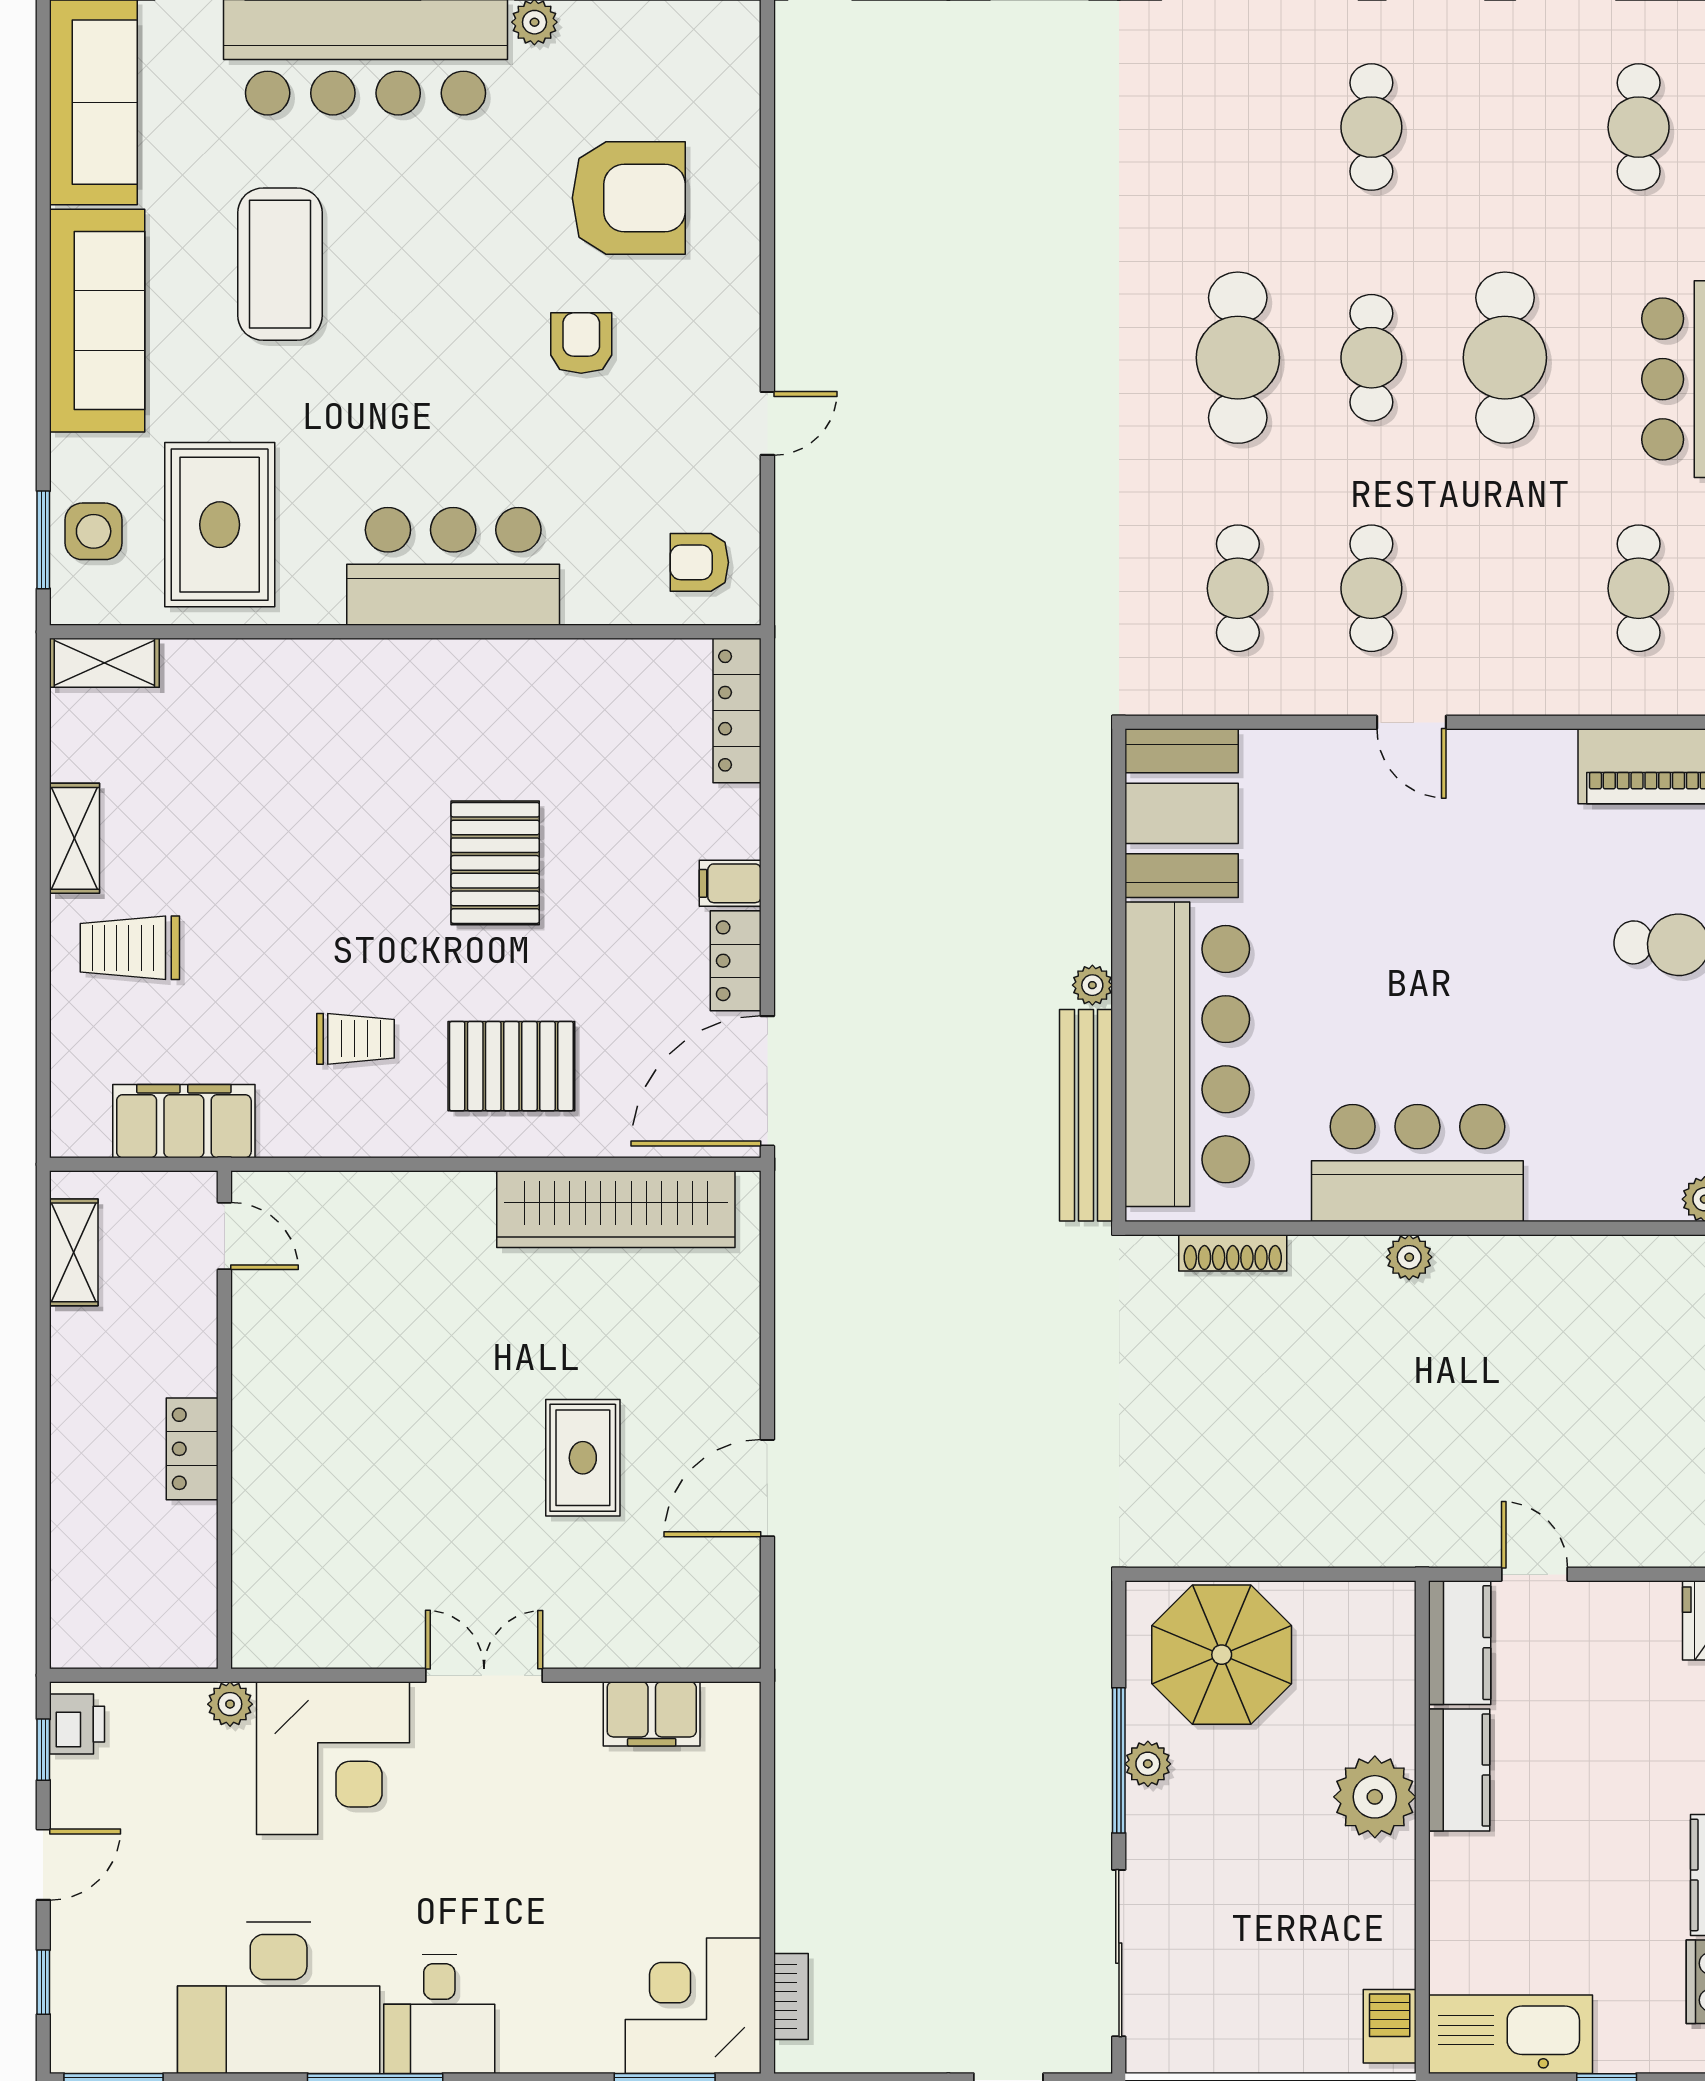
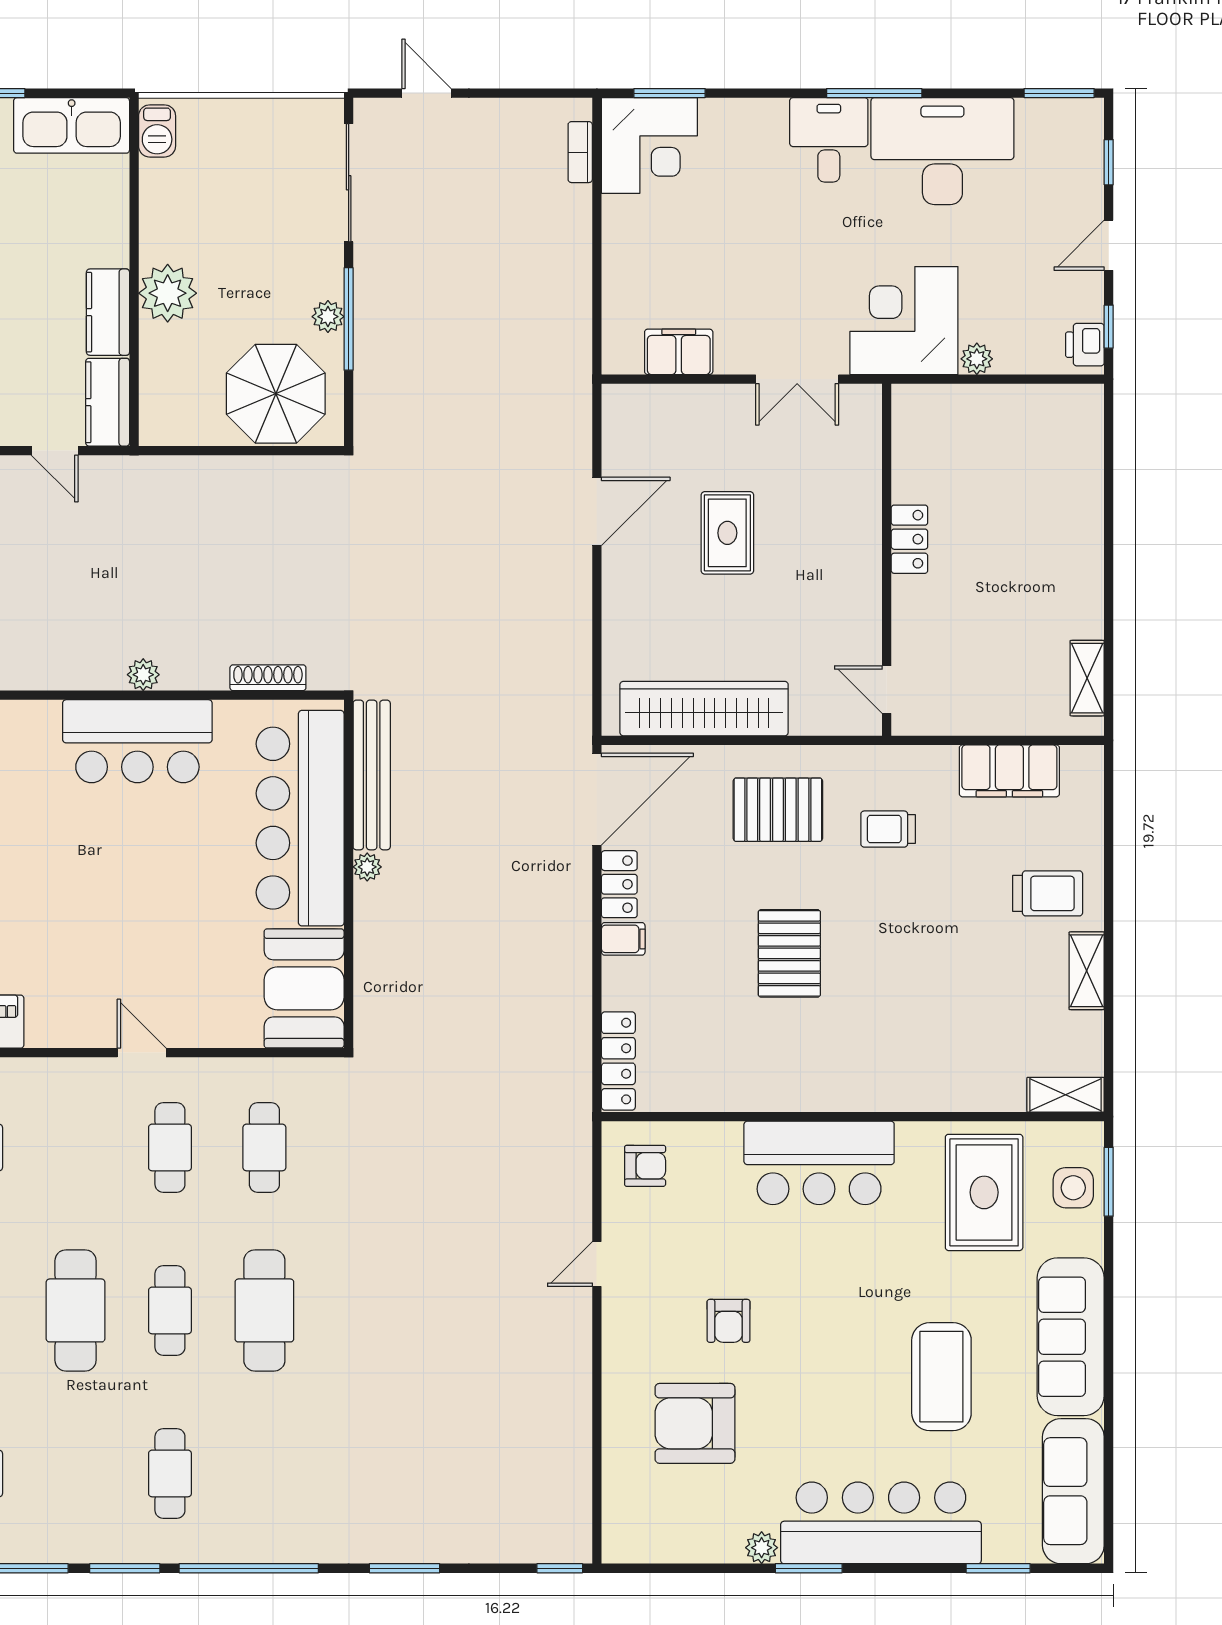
door: (224, 1236) -> (887, 690), moved
wall: (224, 1420) -> (887, 560), moved
locker: (192, 1449) -> (909, 539), moved

